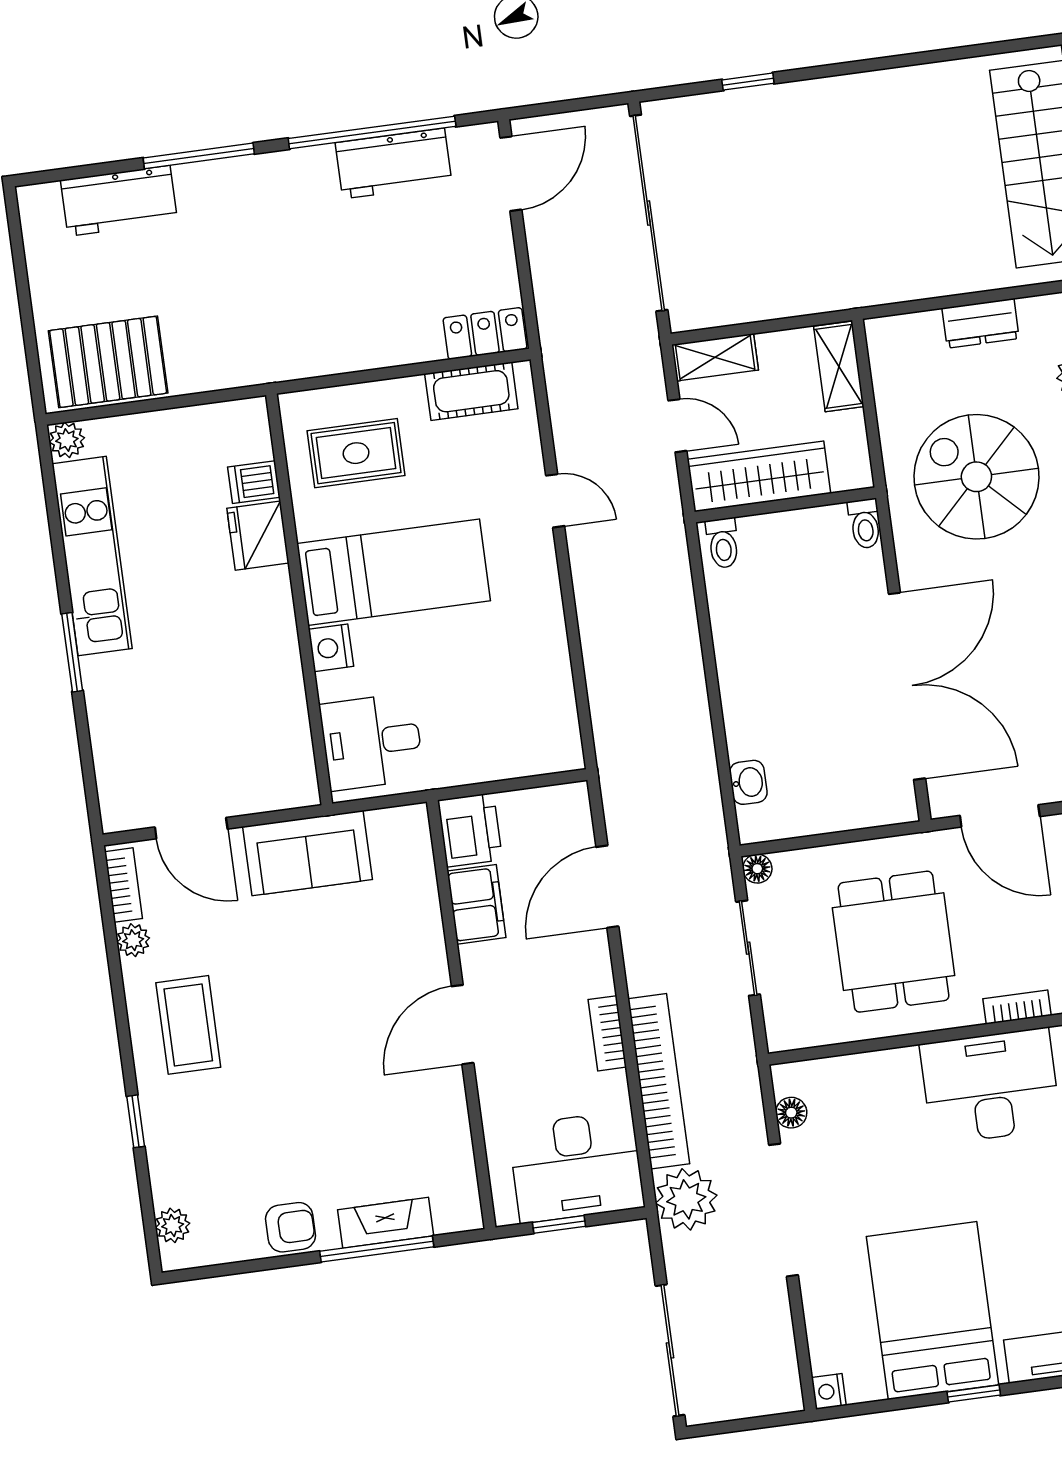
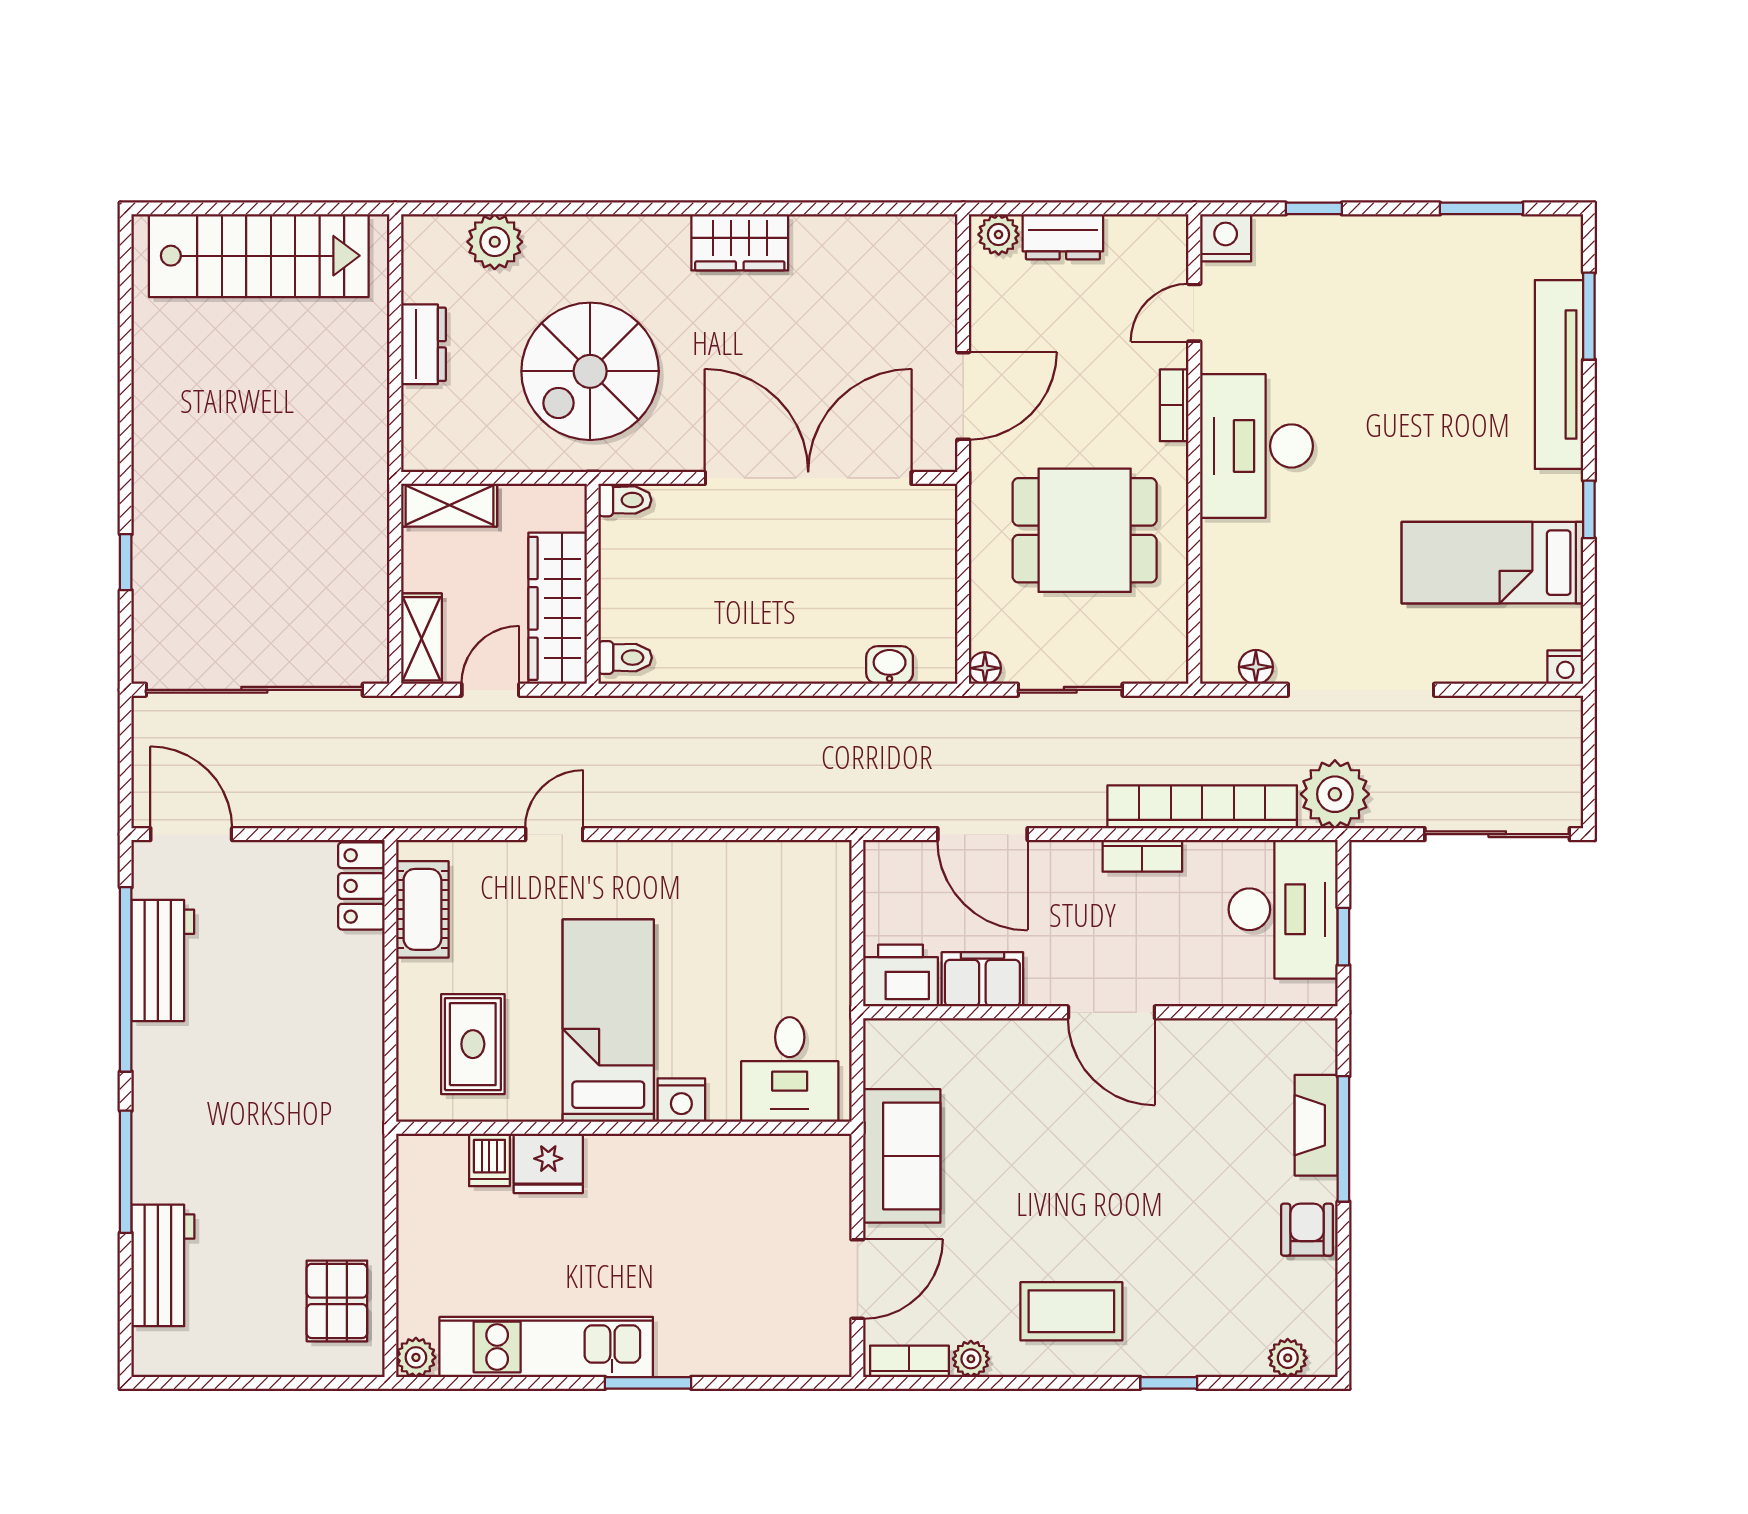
pallet: (108, 362) -> (337, 1301), width x0.67, depth x0.71
bed: (932, 1311) -> (1492, 563), width x0.67

